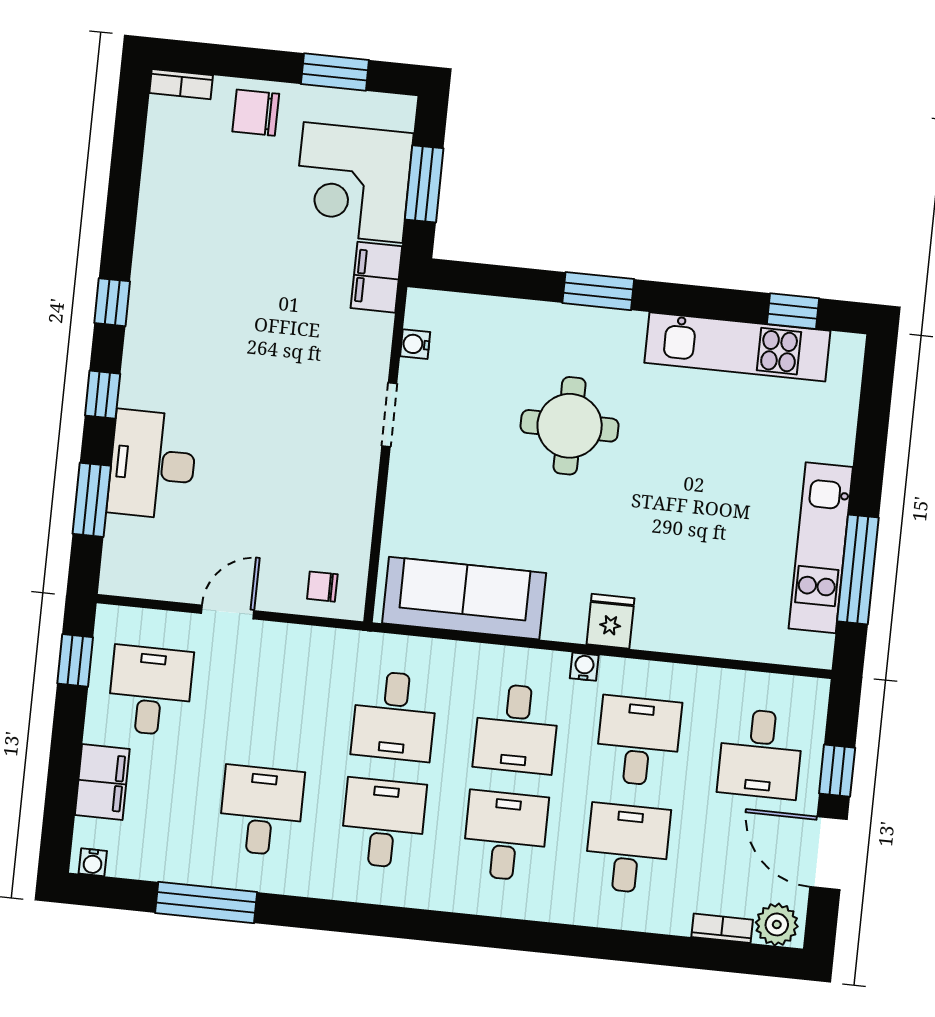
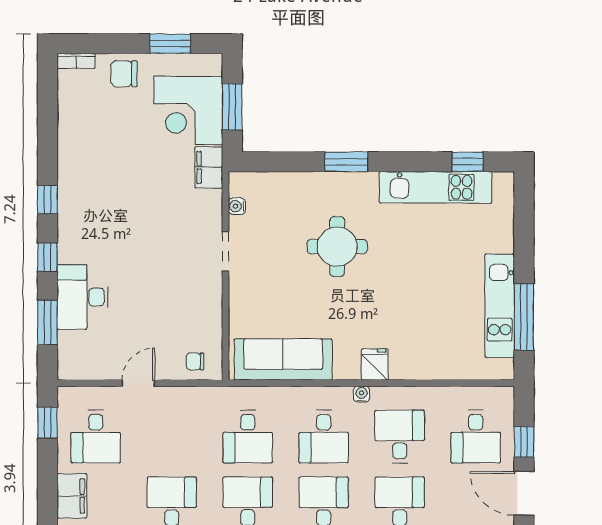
desk: (150, 691) -> (96, 437), turned 180

